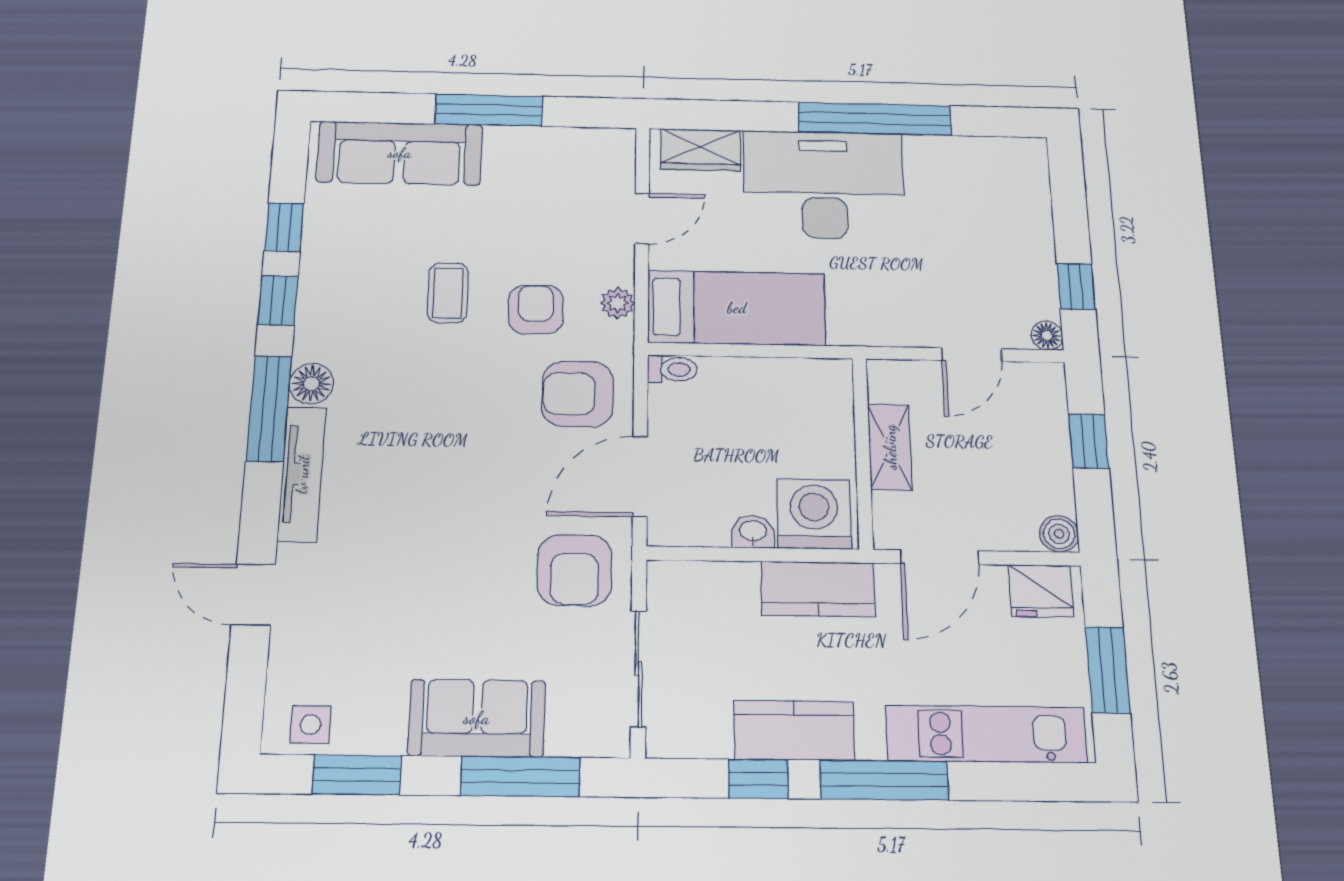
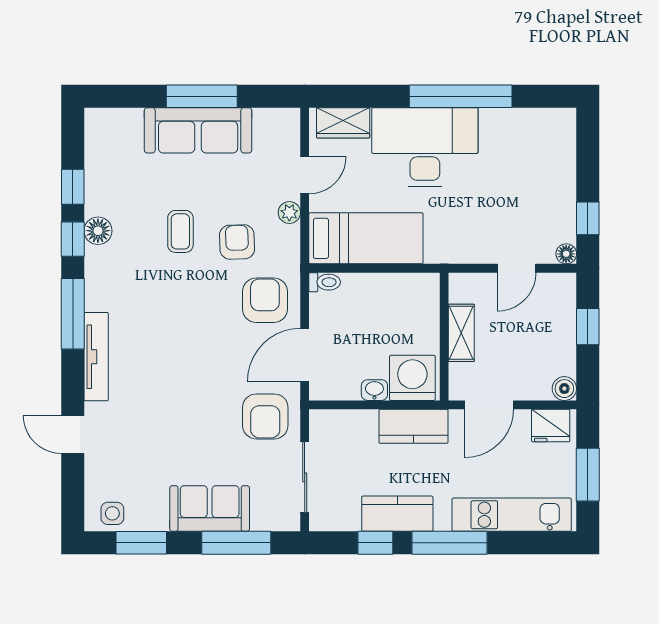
sofa: (400, 153) -> (198, 130), moved
plant: (618, 303) -> (289, 213), moved
floor lamp: (312, 384) -> (98, 231), moved
armchair: (578, 394) -> (265, 300), turned 90

